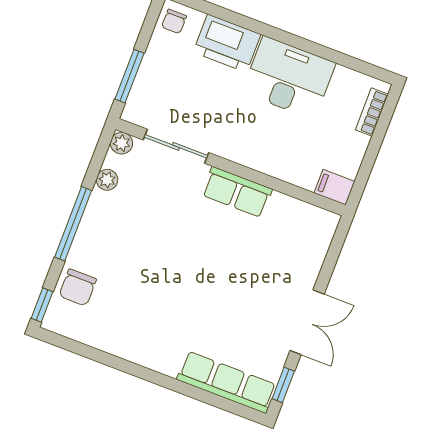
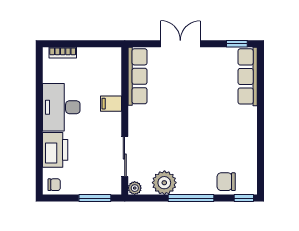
plant: (107, 180) -> (164, 183), width x1.88, depth x1.88
filing cabinet: (334, 187) -> (111, 104), moved, turned 90
row of seats: (237, 192) -> (137, 76), moved, width x1.48
chair: (78, 287) -> (226, 182), turned 180
double door: (307, 322) -> (180, 44), moved

